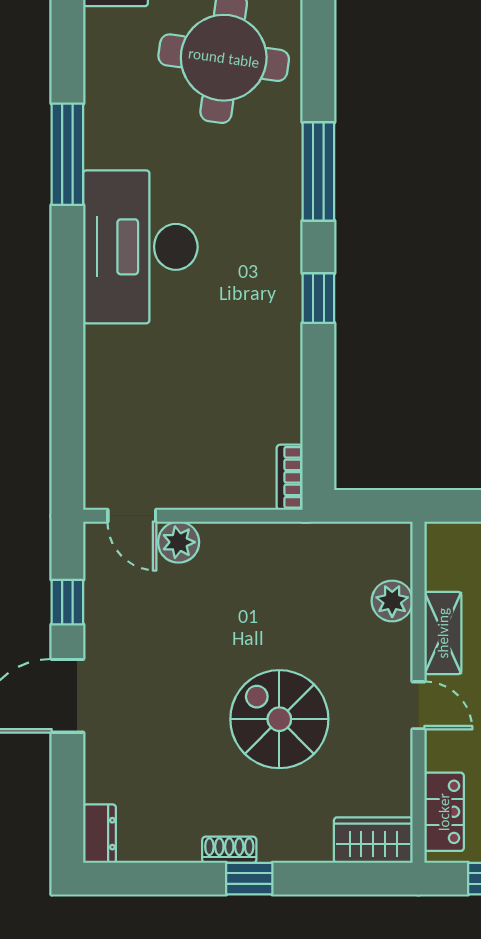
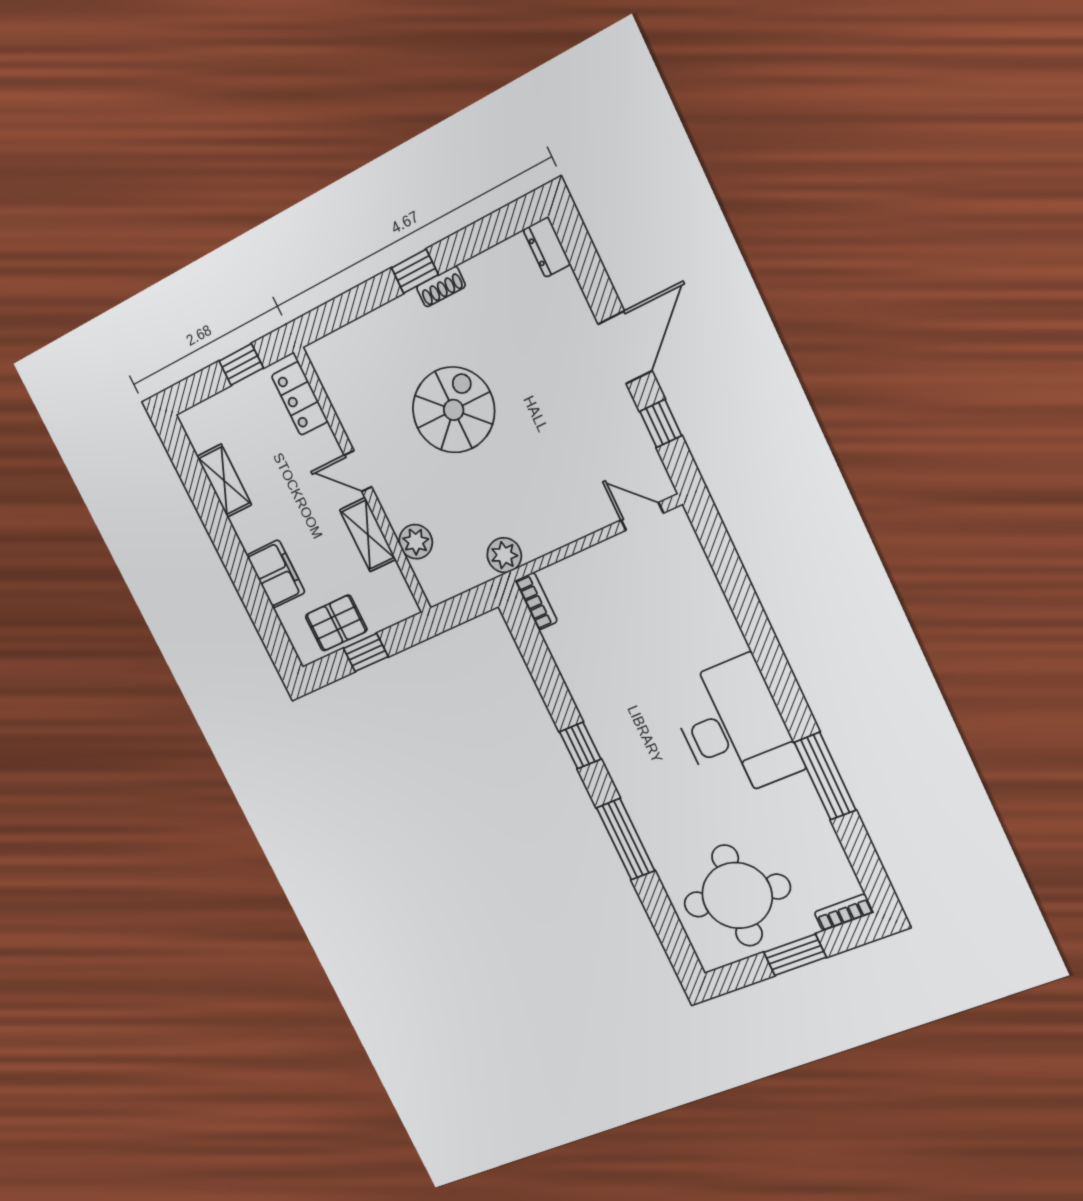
plant: (179, 542) -> (504, 555), moved
spiral stairs: (279, 719) -> (454, 410), turned -90
wardrobe: (373, 840) -> (339, 350), removed

